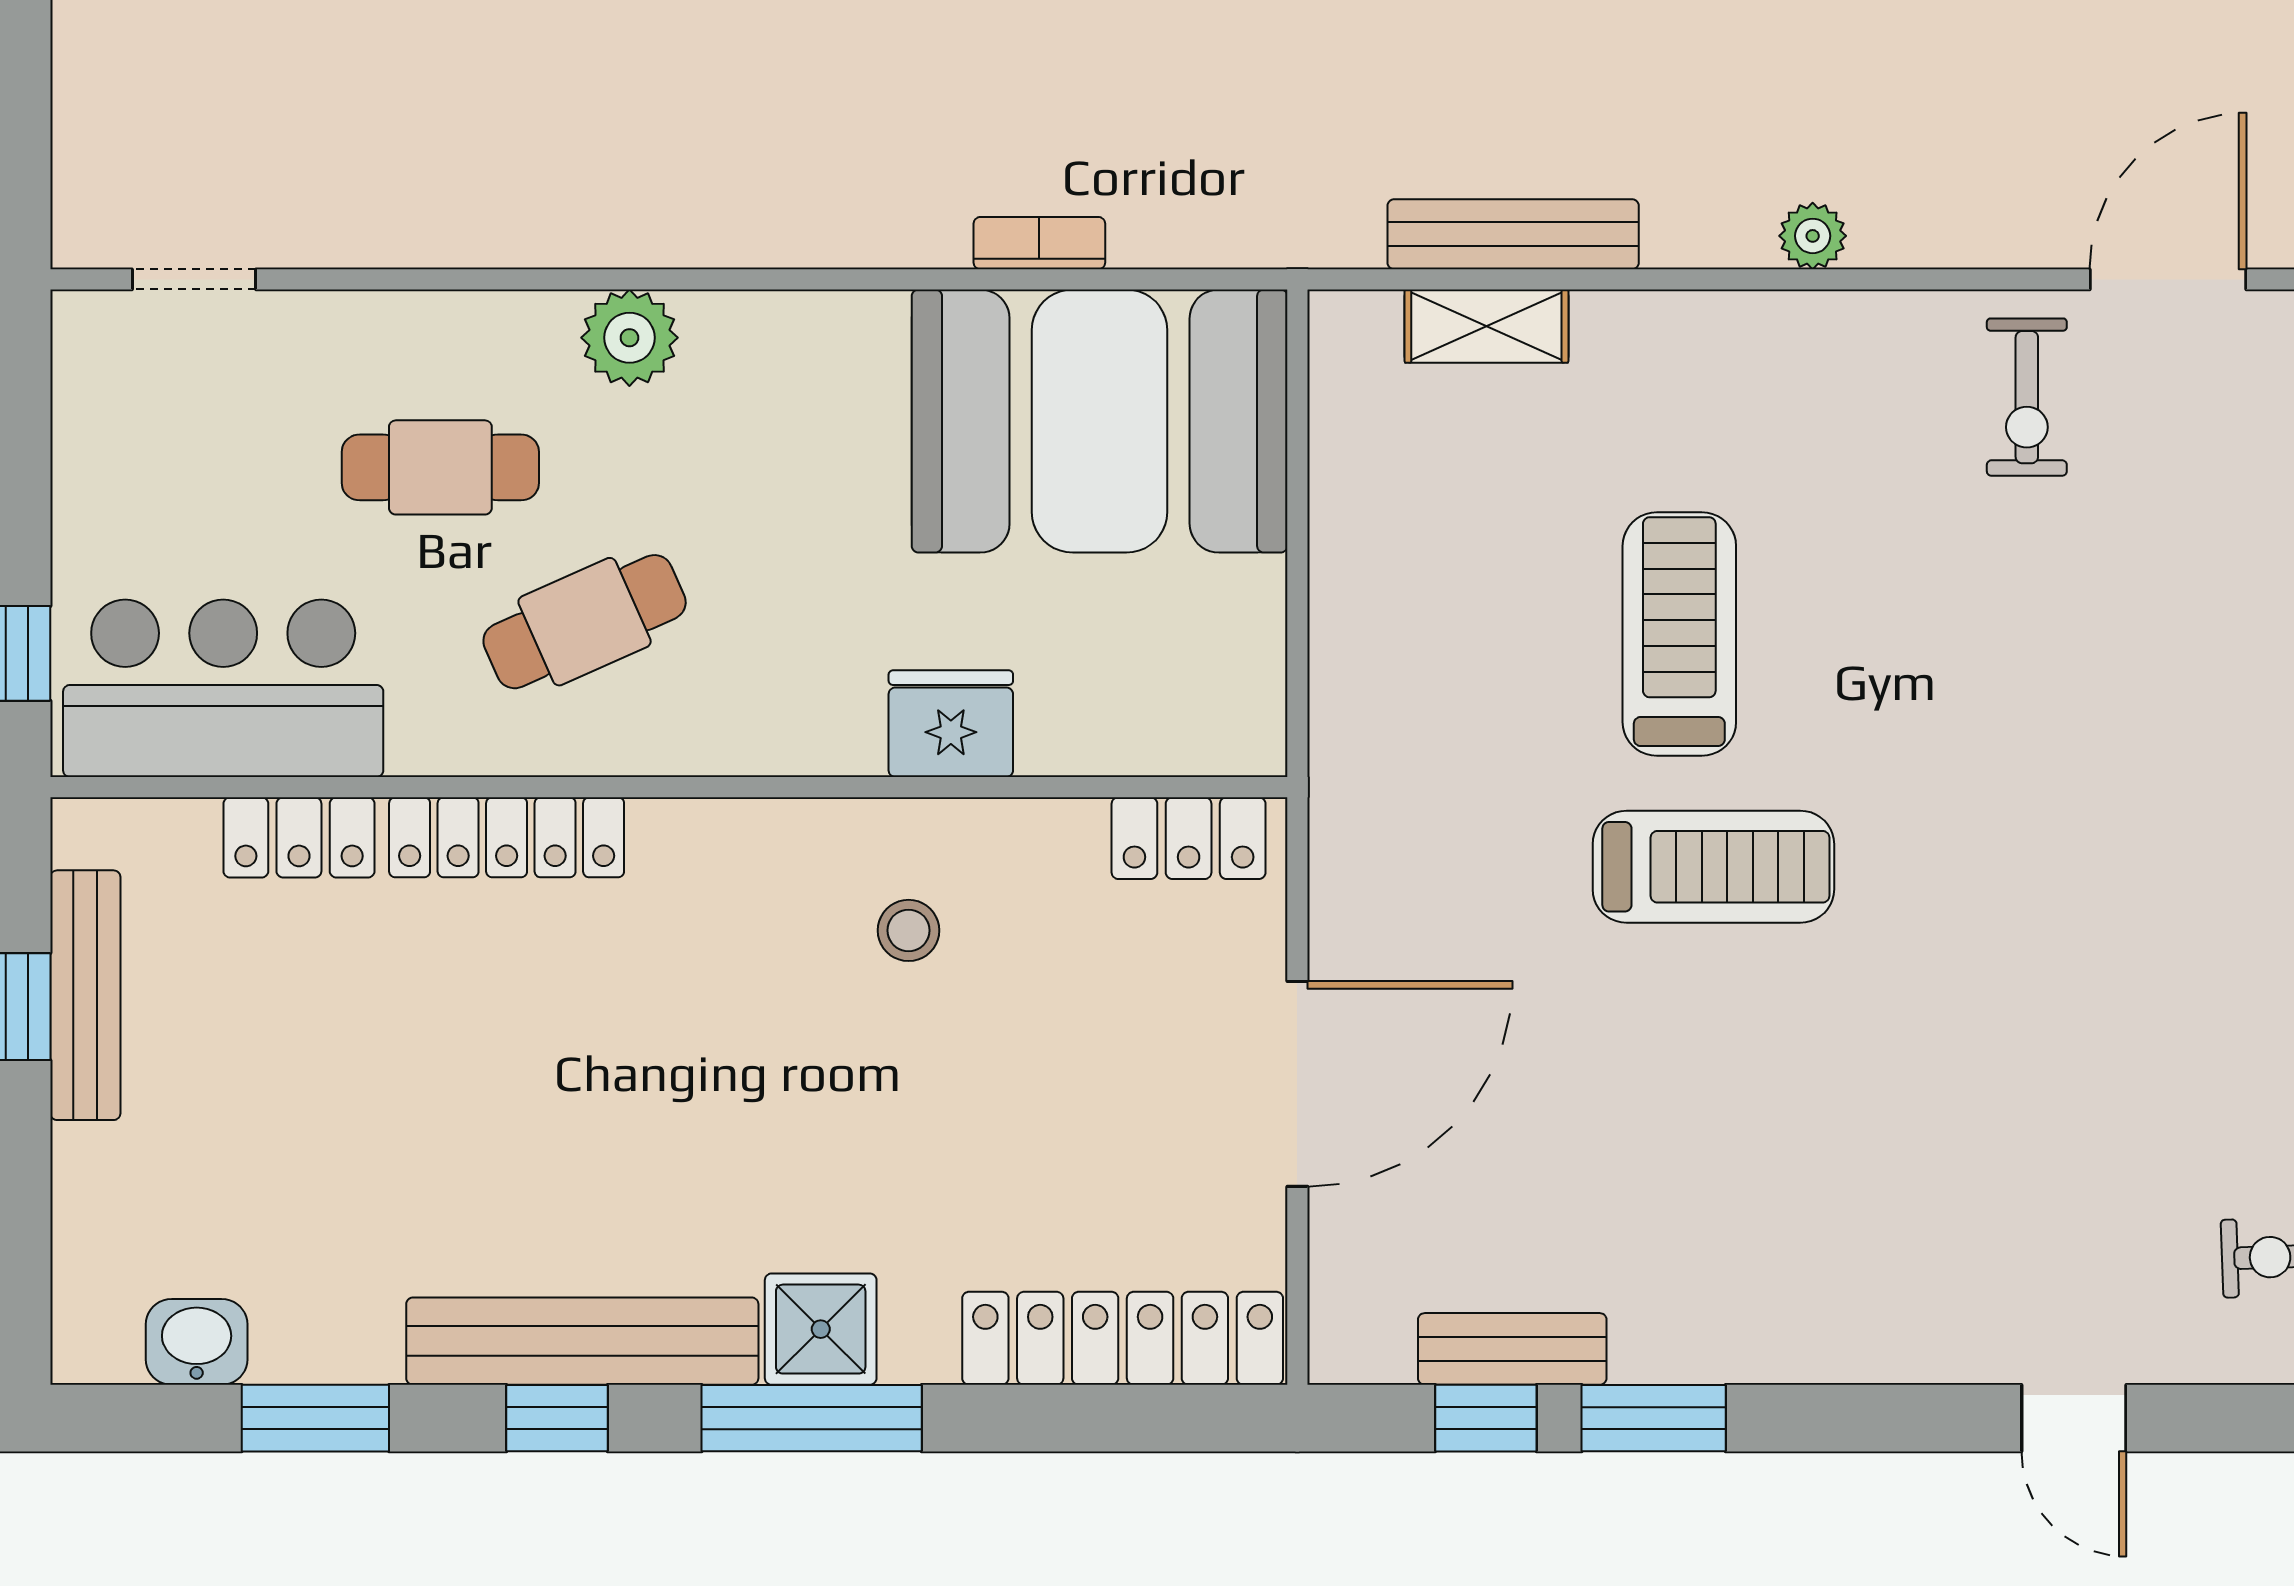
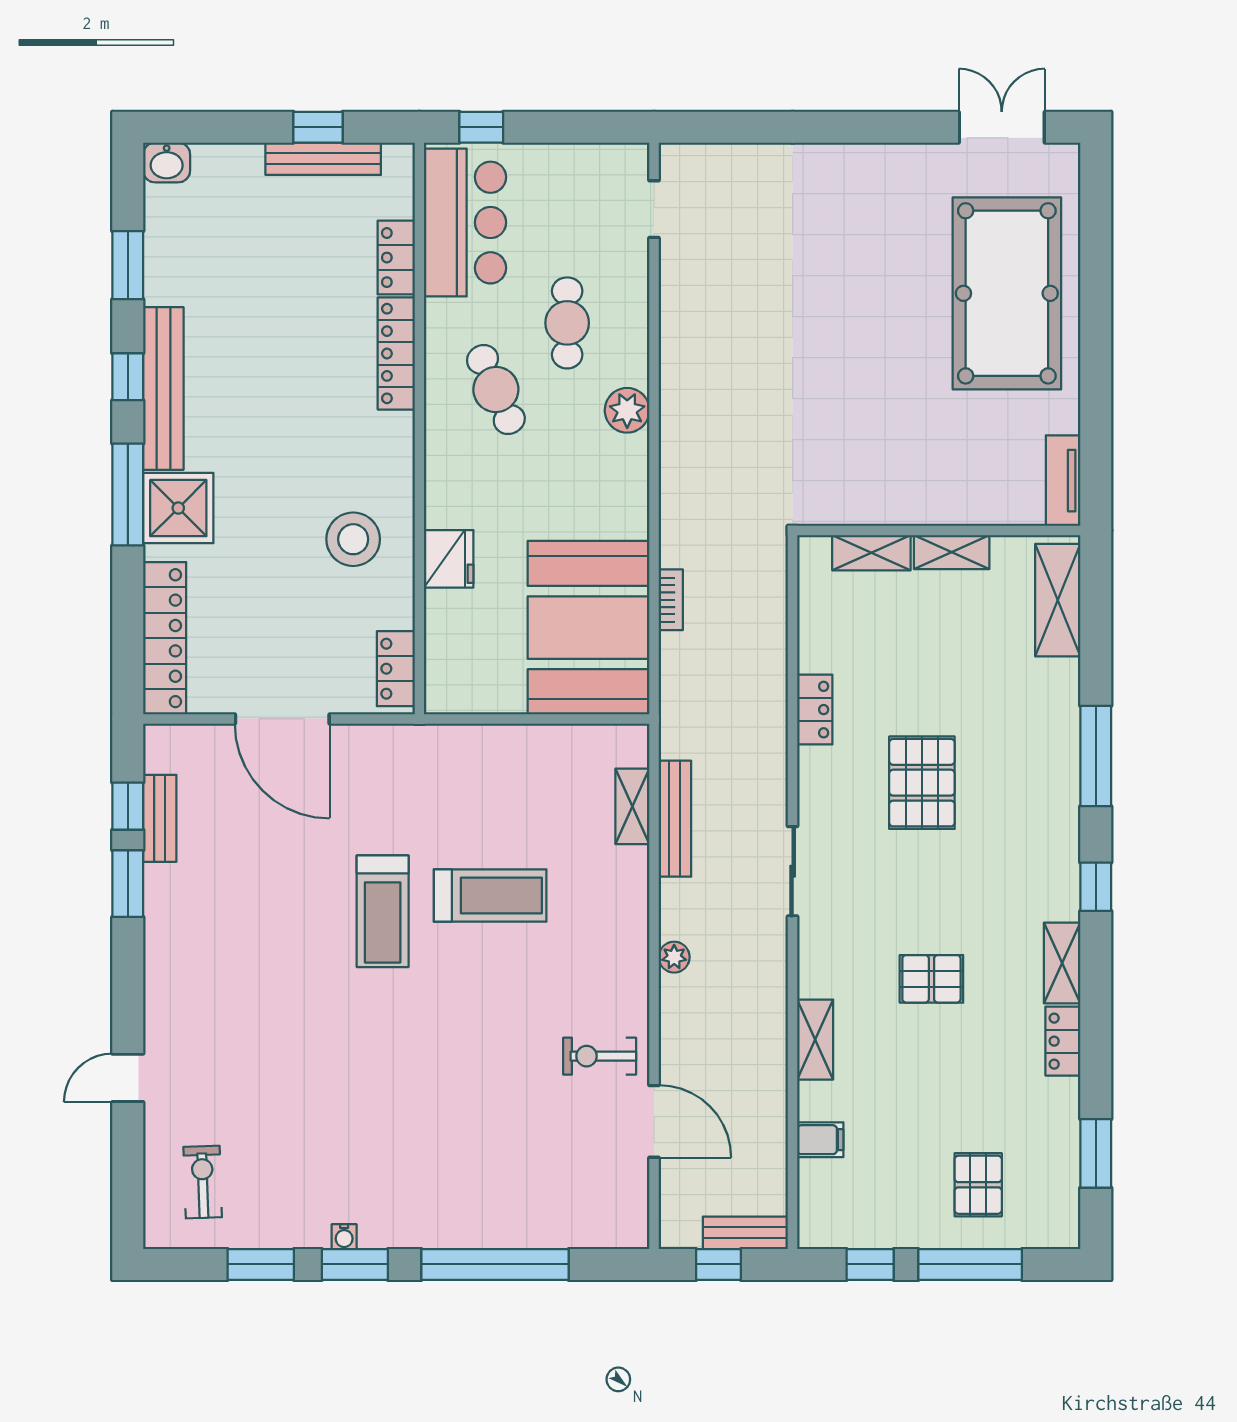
stool: (909, 930) -> (353, 539), width x1.89, depth x1.89
shower: (821, 1329) -> (178, 508), width x1.36, depth x1.36
washbasin: (197, 1342) -> (167, 162), moved, turned 90

